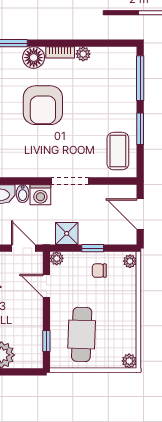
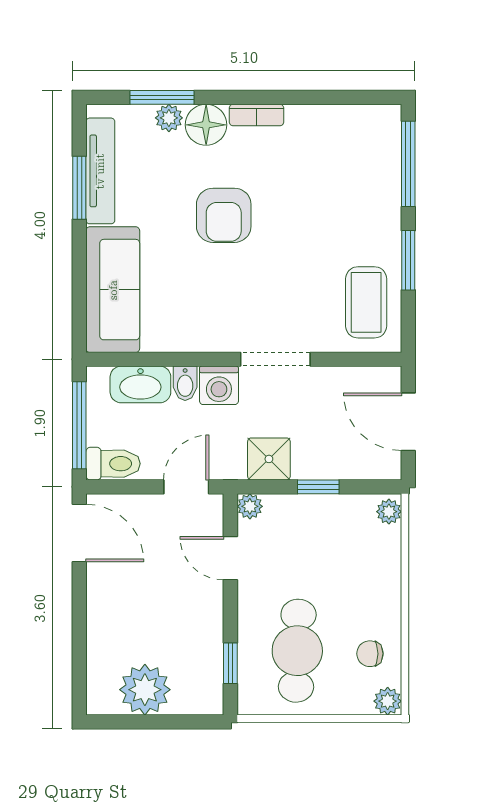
plant: (83, 54) -> (169, 118), moved
armchair: (43, 105) -> (224, 215), width x0.73, depth x0.73
door: (23, 248) -> (186, 487), hinge flipped
chair: (99, 271) -> (370, 654), moved

